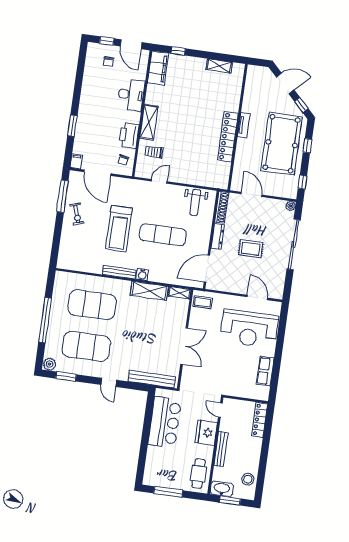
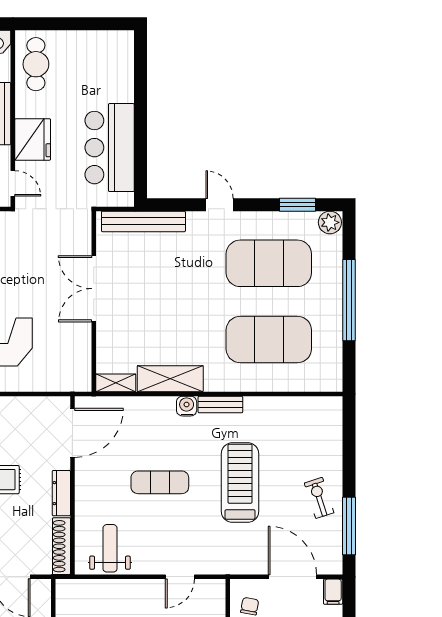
exercise mat: (163, 235) -> (160, 482), width x0.73, depth x0.69
bench: (119, 272) -> (220, 405), width x0.73
coffee table: (203, 302) -> (72, 372), removed
window: (168, 492) -> (85, 24), removed

